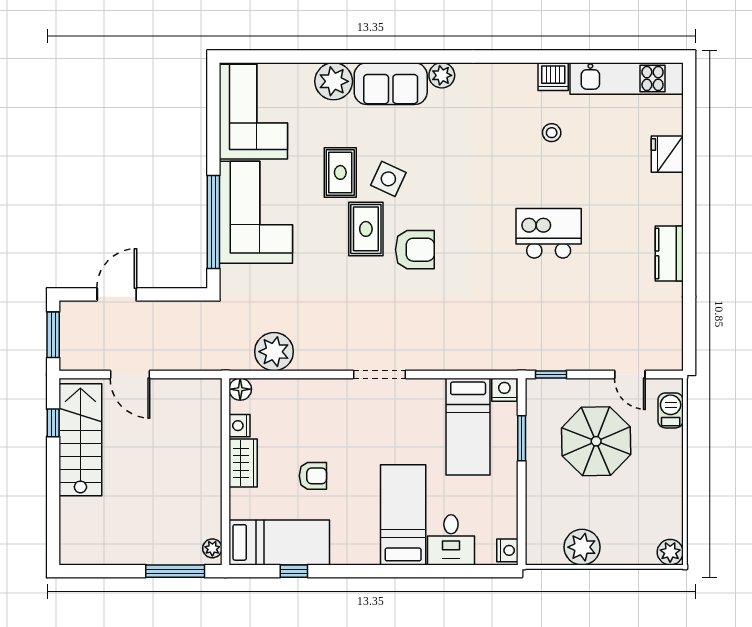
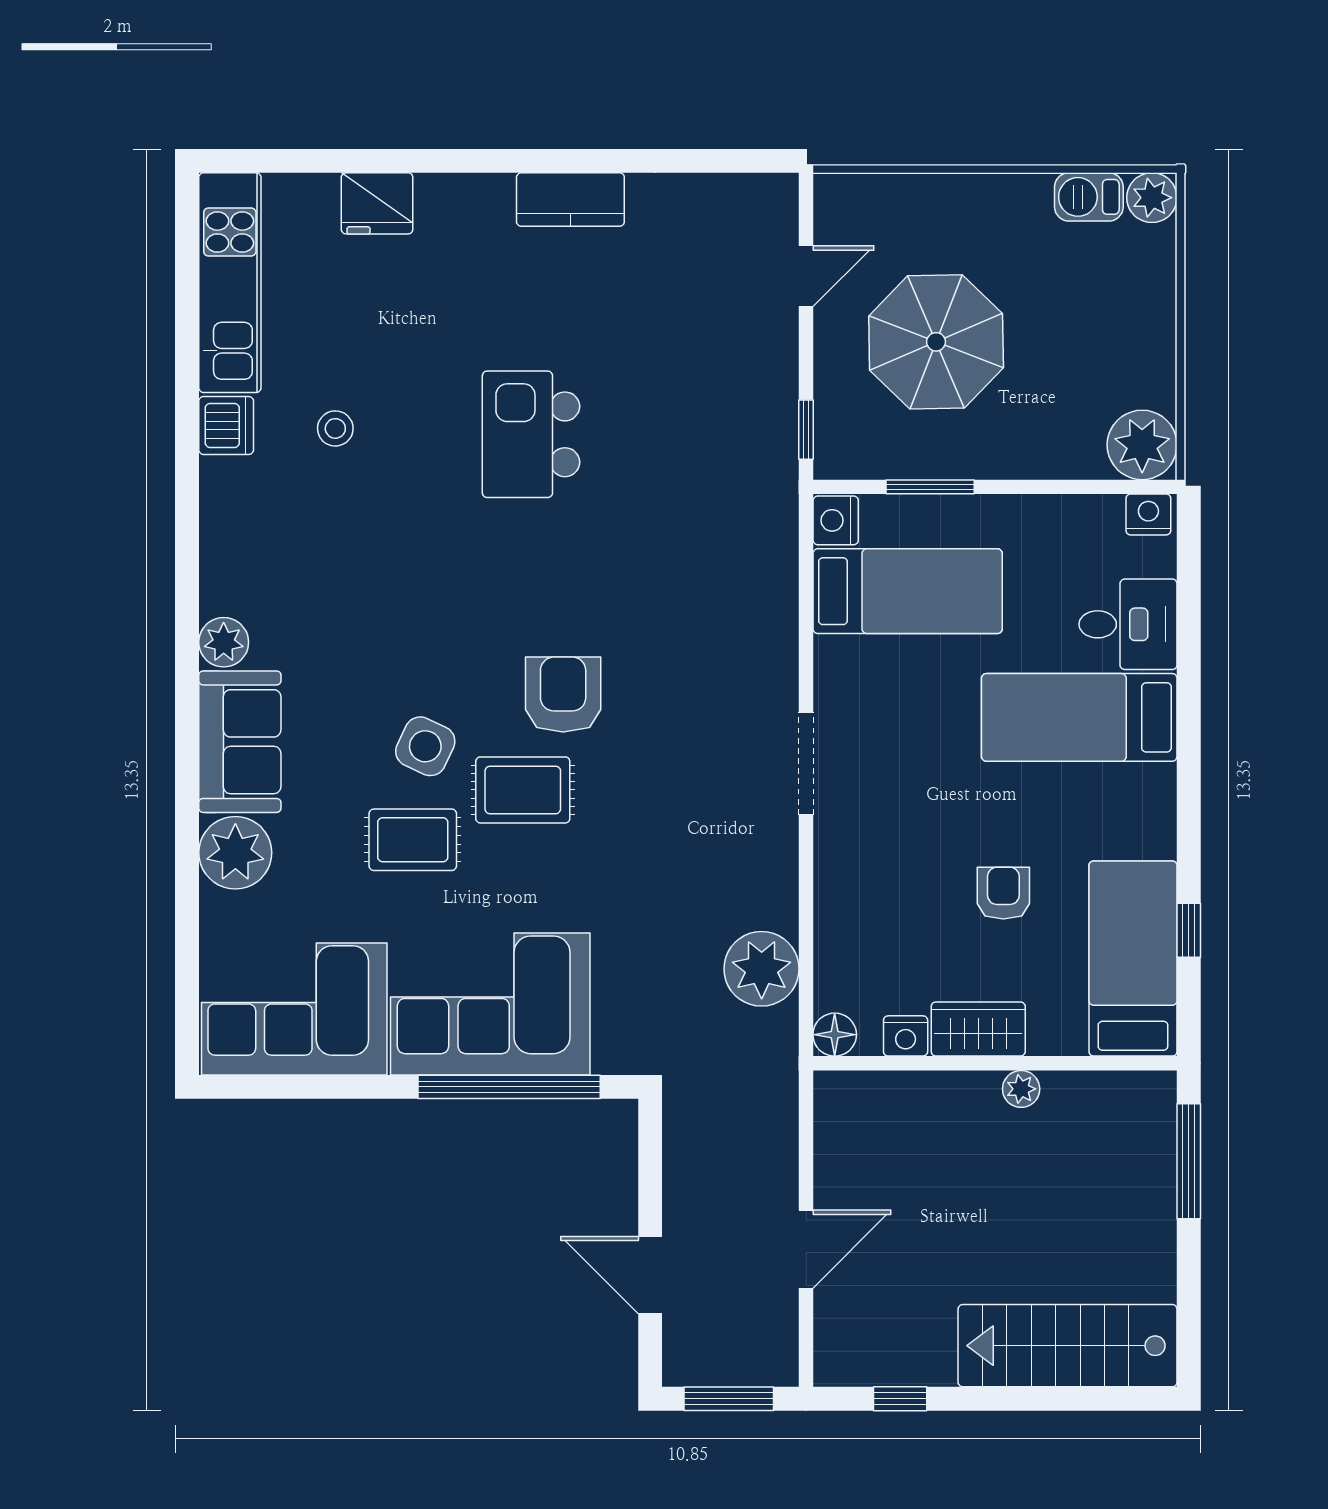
barbecue: (671, 410) -> (1089, 197), moved
stairs: (80, 440) -> (1068, 1346), moved
plant: (582, 547) -> (1142, 445), moved
plant: (212, 548) -> (1021, 1089), moved

